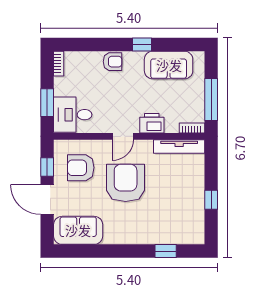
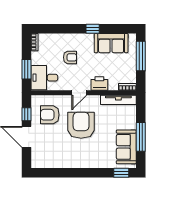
armchair: (113, 62) -> (70, 57), moved
window: (211, 100) -> (141, 56), moved
window: (211, 200) -> (141, 137), width x2.17
sofa: (78, 230) -> (126, 147), moved, turned -90
window: (166, 251) -> (121, 173), moved

